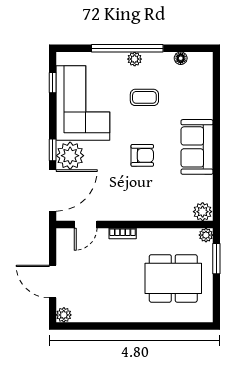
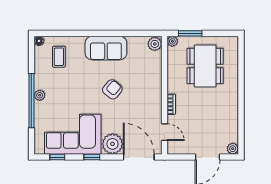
floor lamp: (181, 58) -> (39, 41), moved
coffee table: (144, 97) -> (59, 57), moved
window: (53, 150) -> (92, 157), moved
armchair: (142, 155) -> (112, 89), turned 40

